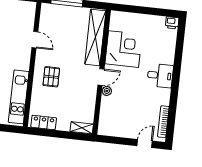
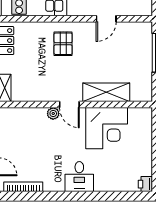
shelving: (95, 37) -> (106, 92), width x0.68
pallet: (51, 77) -> (63, 44), turned 90

